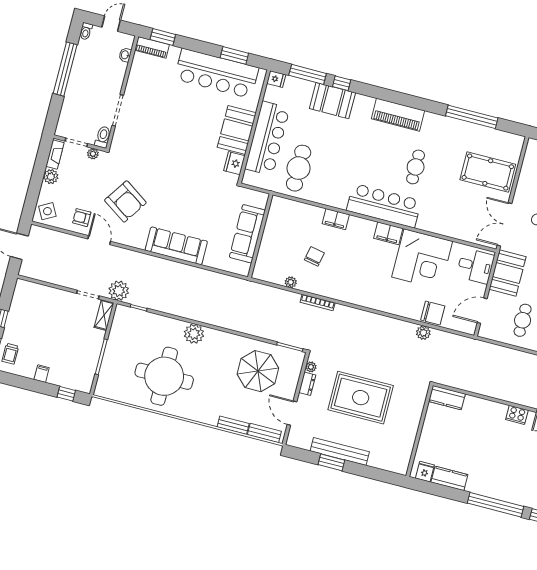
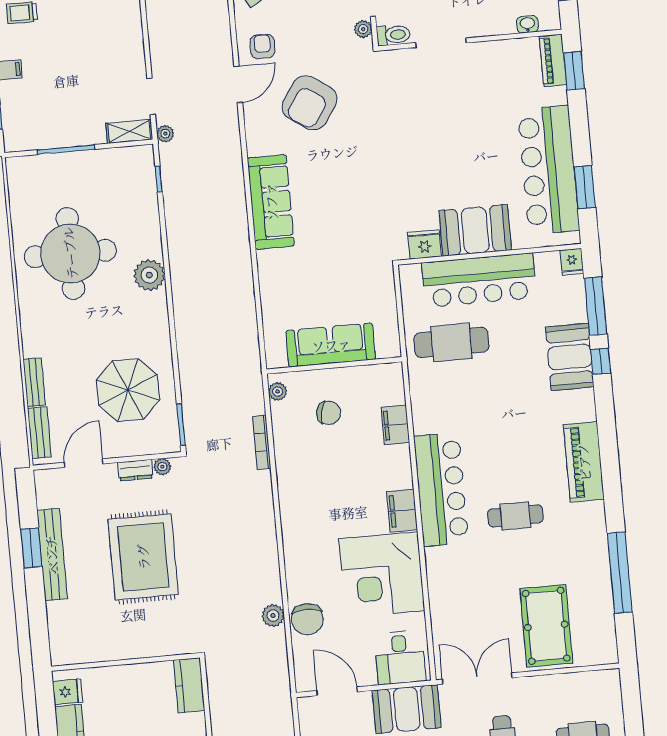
sofa: (247, 234) -> (331, 345), moved
wall: (260, 236) -> (334, 365), moved
plant: (119, 291) -> (165, 134), width x0.53, depth x0.53

